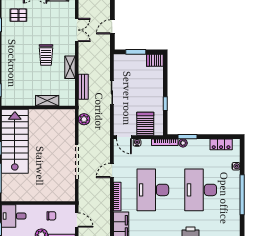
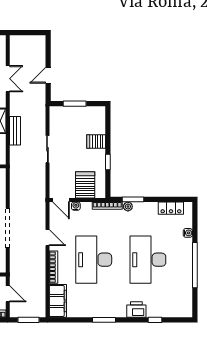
server rack: (155, 60) -> (96, 141), moved
bench: (83, 87) -> (15, 131), moved
plant: (84, 119) -> (16, 180), removed
door: (112, 170) -> (47, 238), swing flipped

